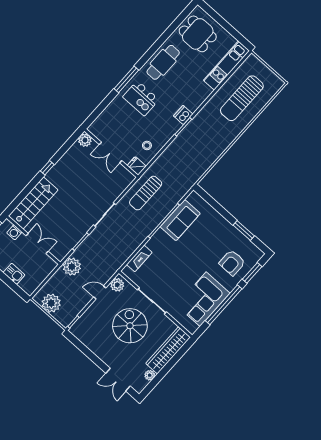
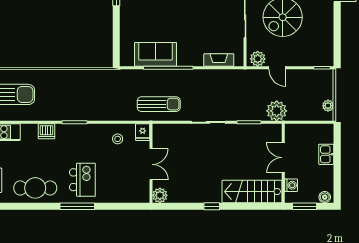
dishwasher: (183, 115) -> (46, 131), moved
plant: (51, 303) -> (328, 106), width x0.53, depth x0.53

